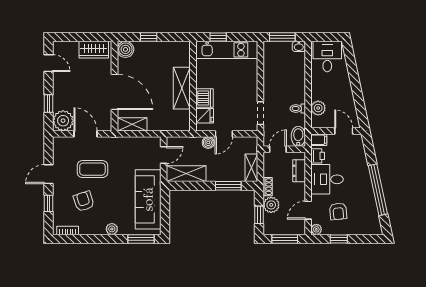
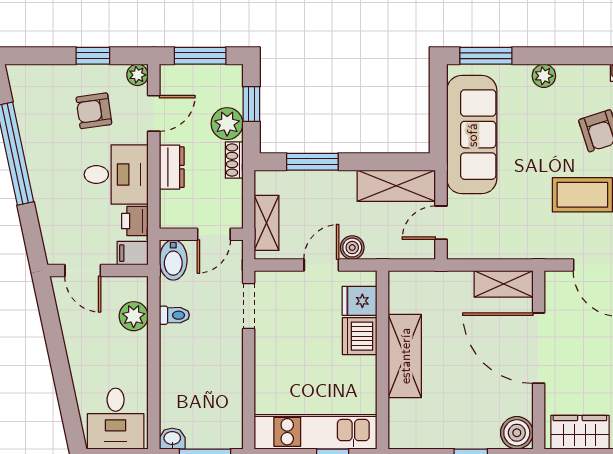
shelving: (251, 168) -> (267, 223), moved
dresser: (299, 171) -> (172, 167), moved
armchair: (338, 211) -> (94, 111), turned -93

